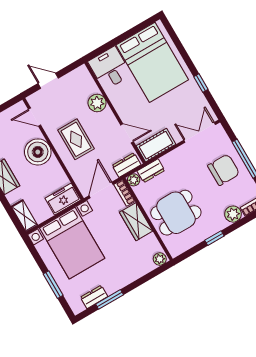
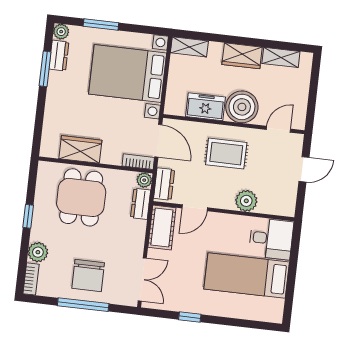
bed: (152, 62) -> (247, 275), width x0.67
freezer: (63, 199) -> (205, 107), moved, turned -90
wardrobe: (136, 222) -> (80, 149), moved
plant: (160, 259) -> (61, 32), moved

